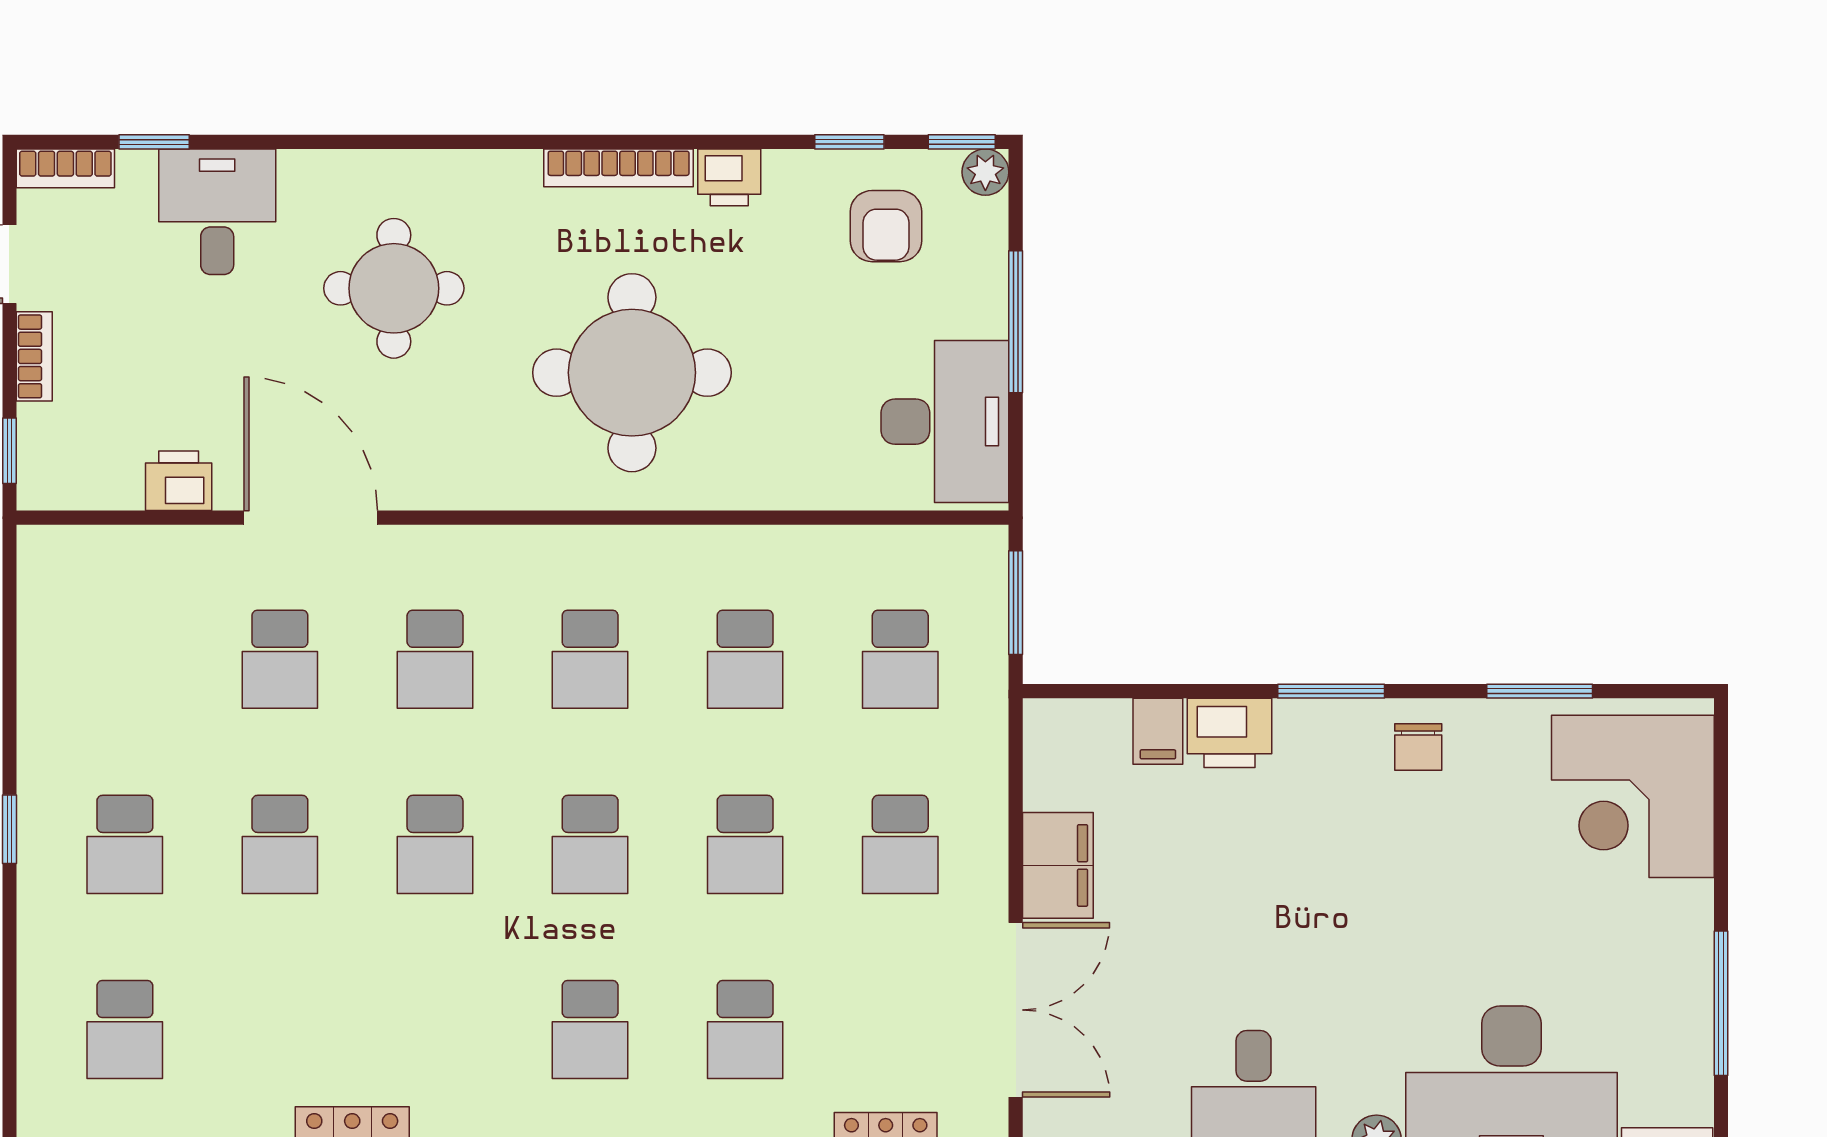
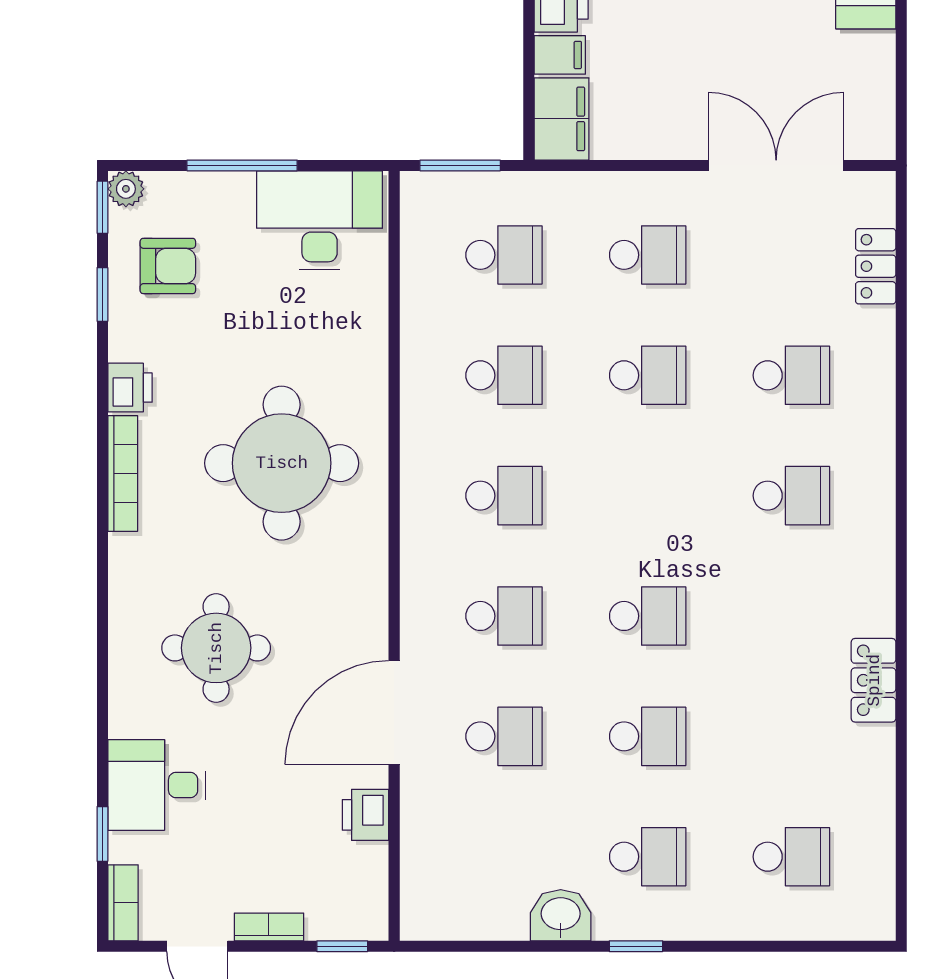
washbasin: (49, 732) -> (561, 915), added
school desk: (590, 844) -> (648, 496), removed
filing cabinet: (1058, 865) -> (562, 119), moved, turned 90

